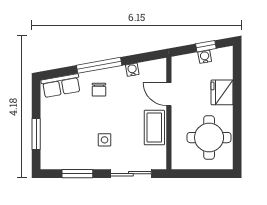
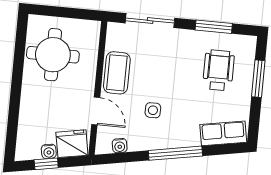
water cooler: (132, 70) -> (120, 146), moved
chair: (99, 90) -> (178, 124), removed
fridge: (222, 92) -> (72, 144), moved, turned -100
wheelchair: (70, 138) -> (219, 70), added
side table: (105, 140) -> (153, 110), moved

